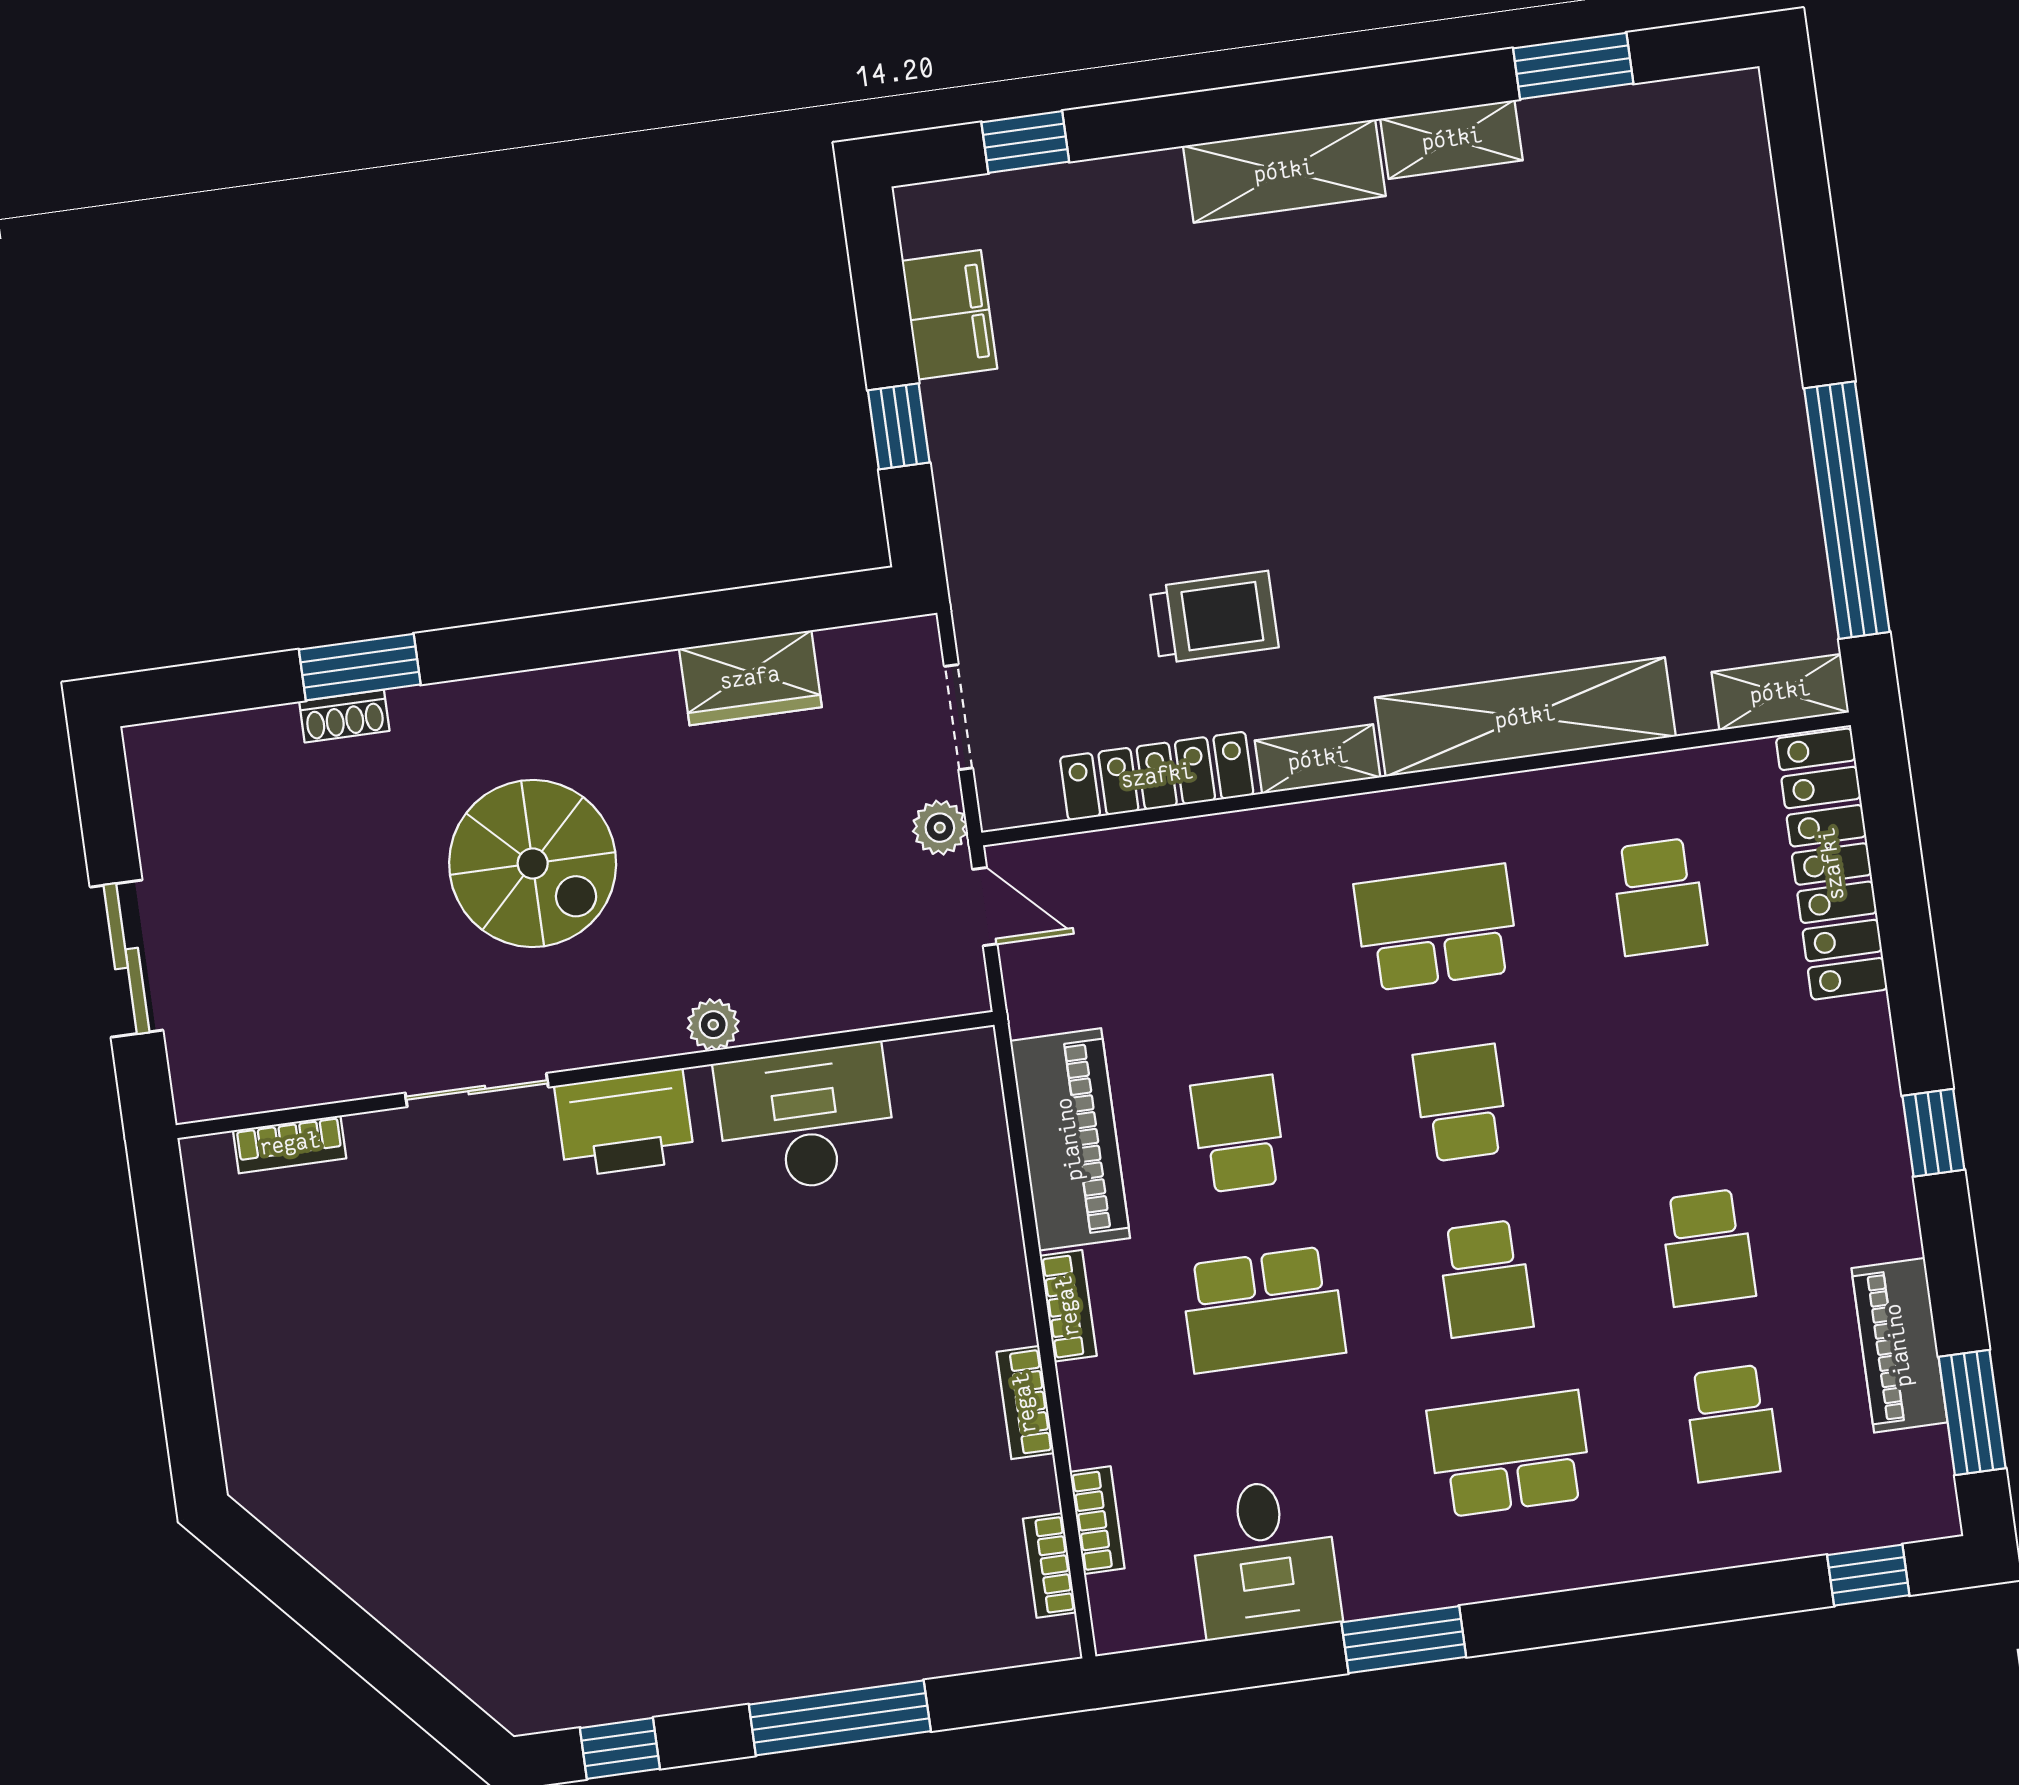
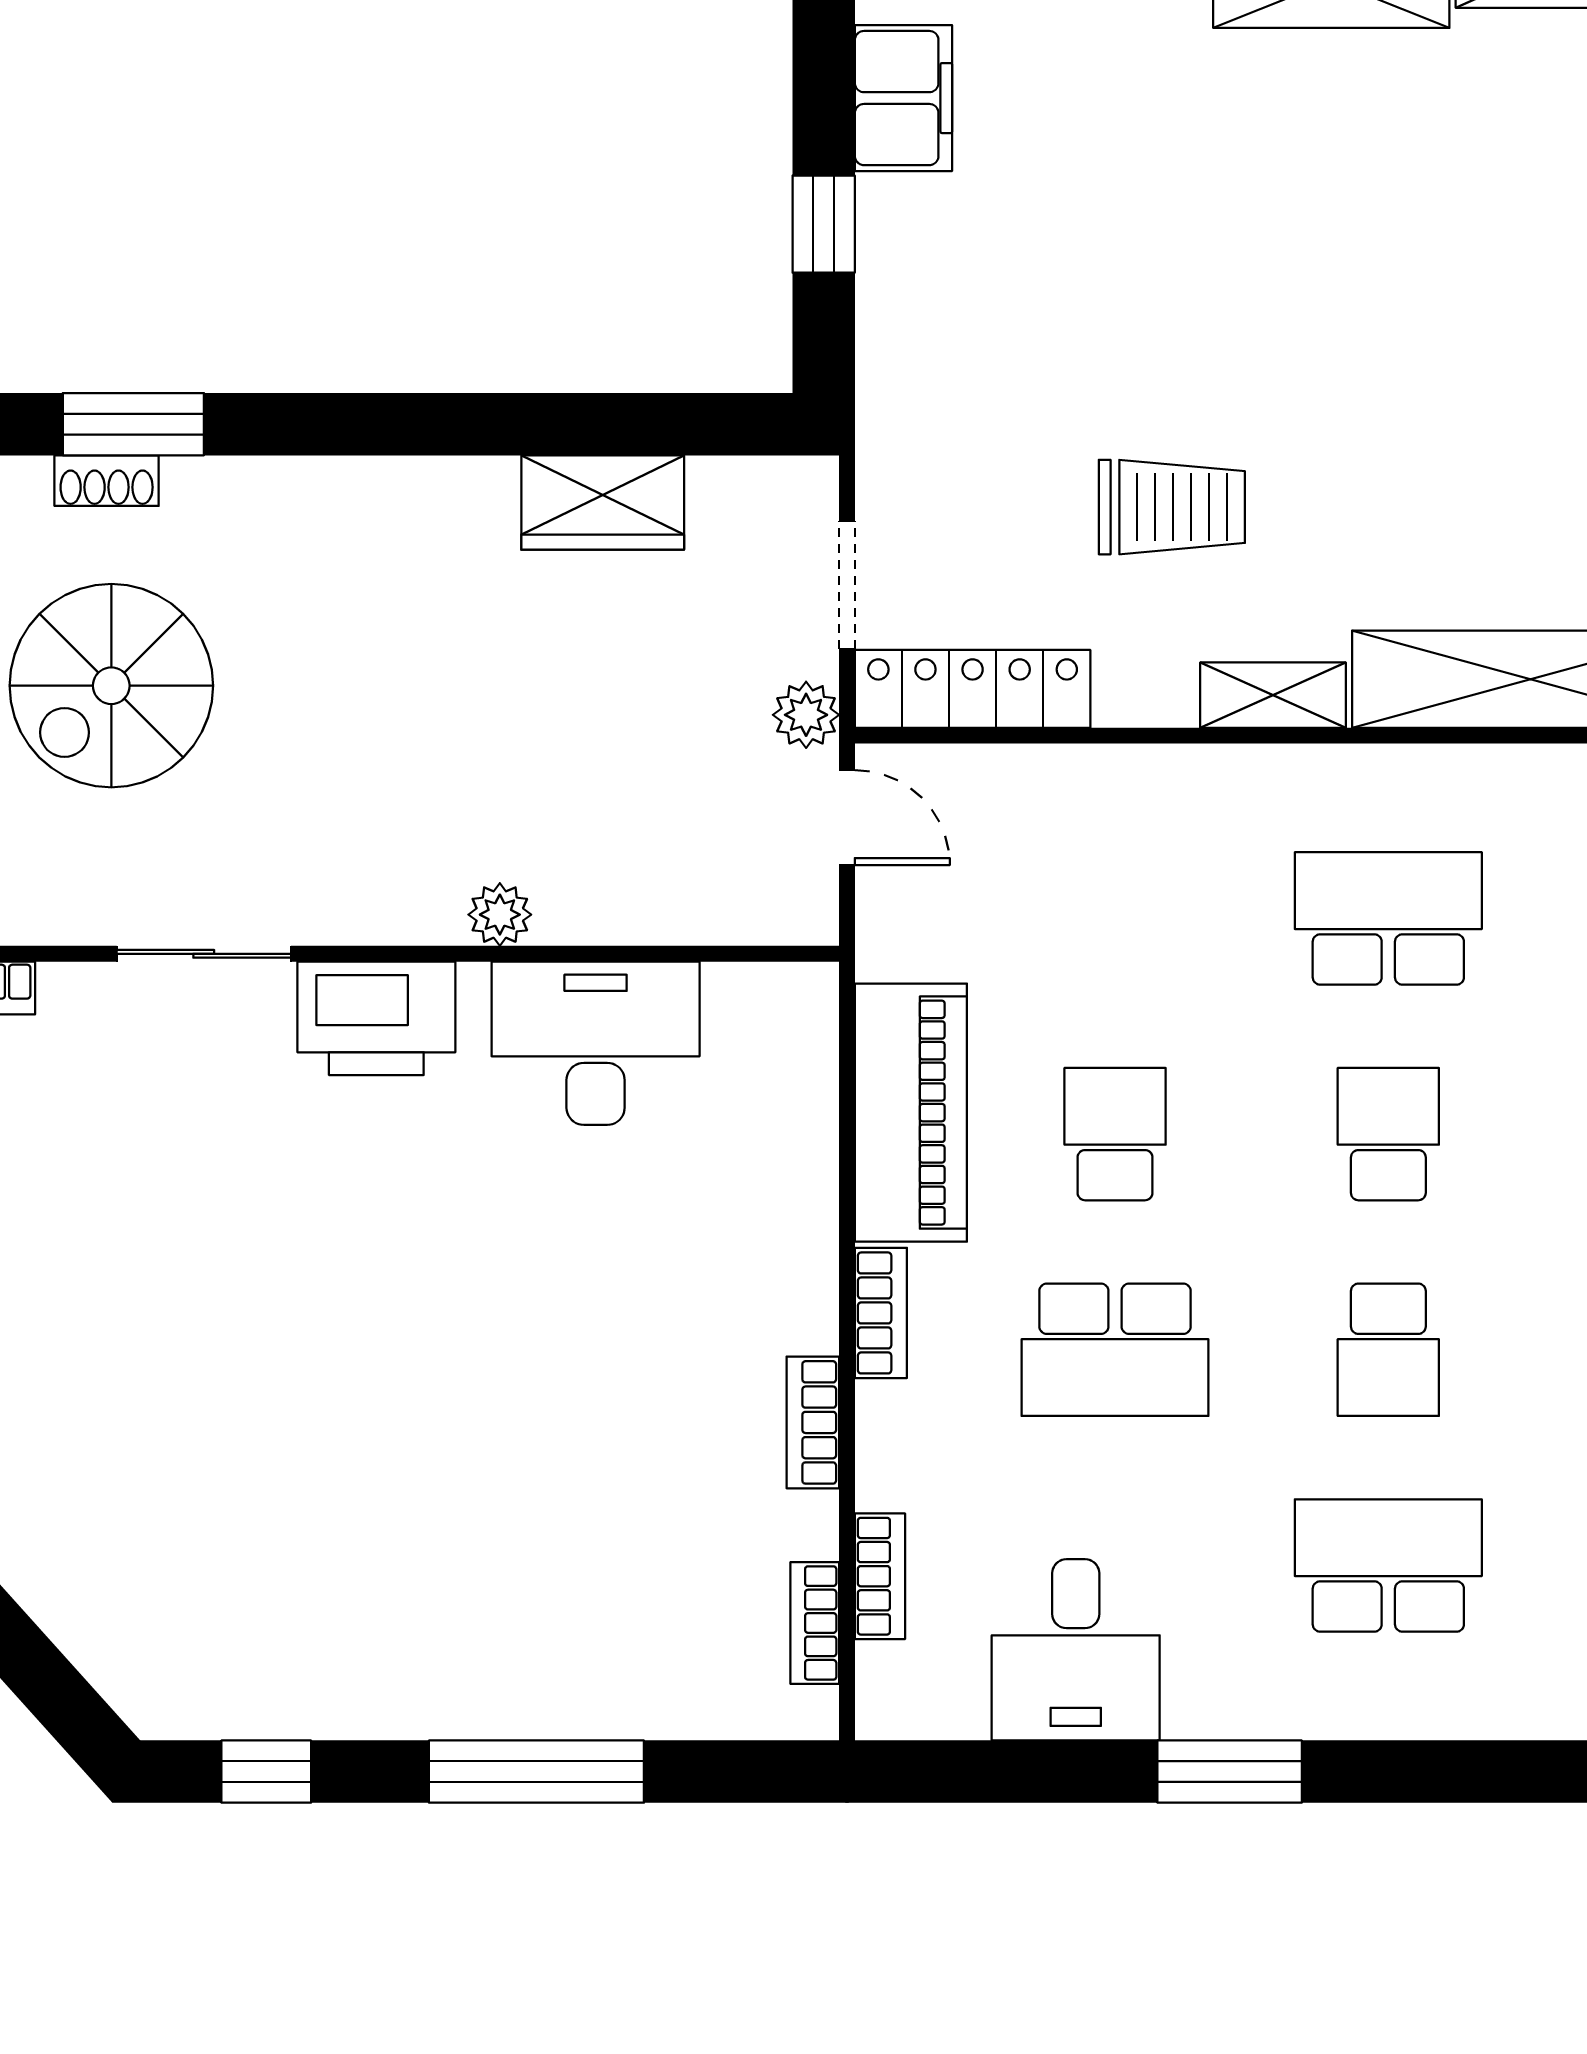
locker: (1157, 776) -> (973, 689), moved
spiral stairs: (533, 863) -> (111, 686), moved, turned 90

